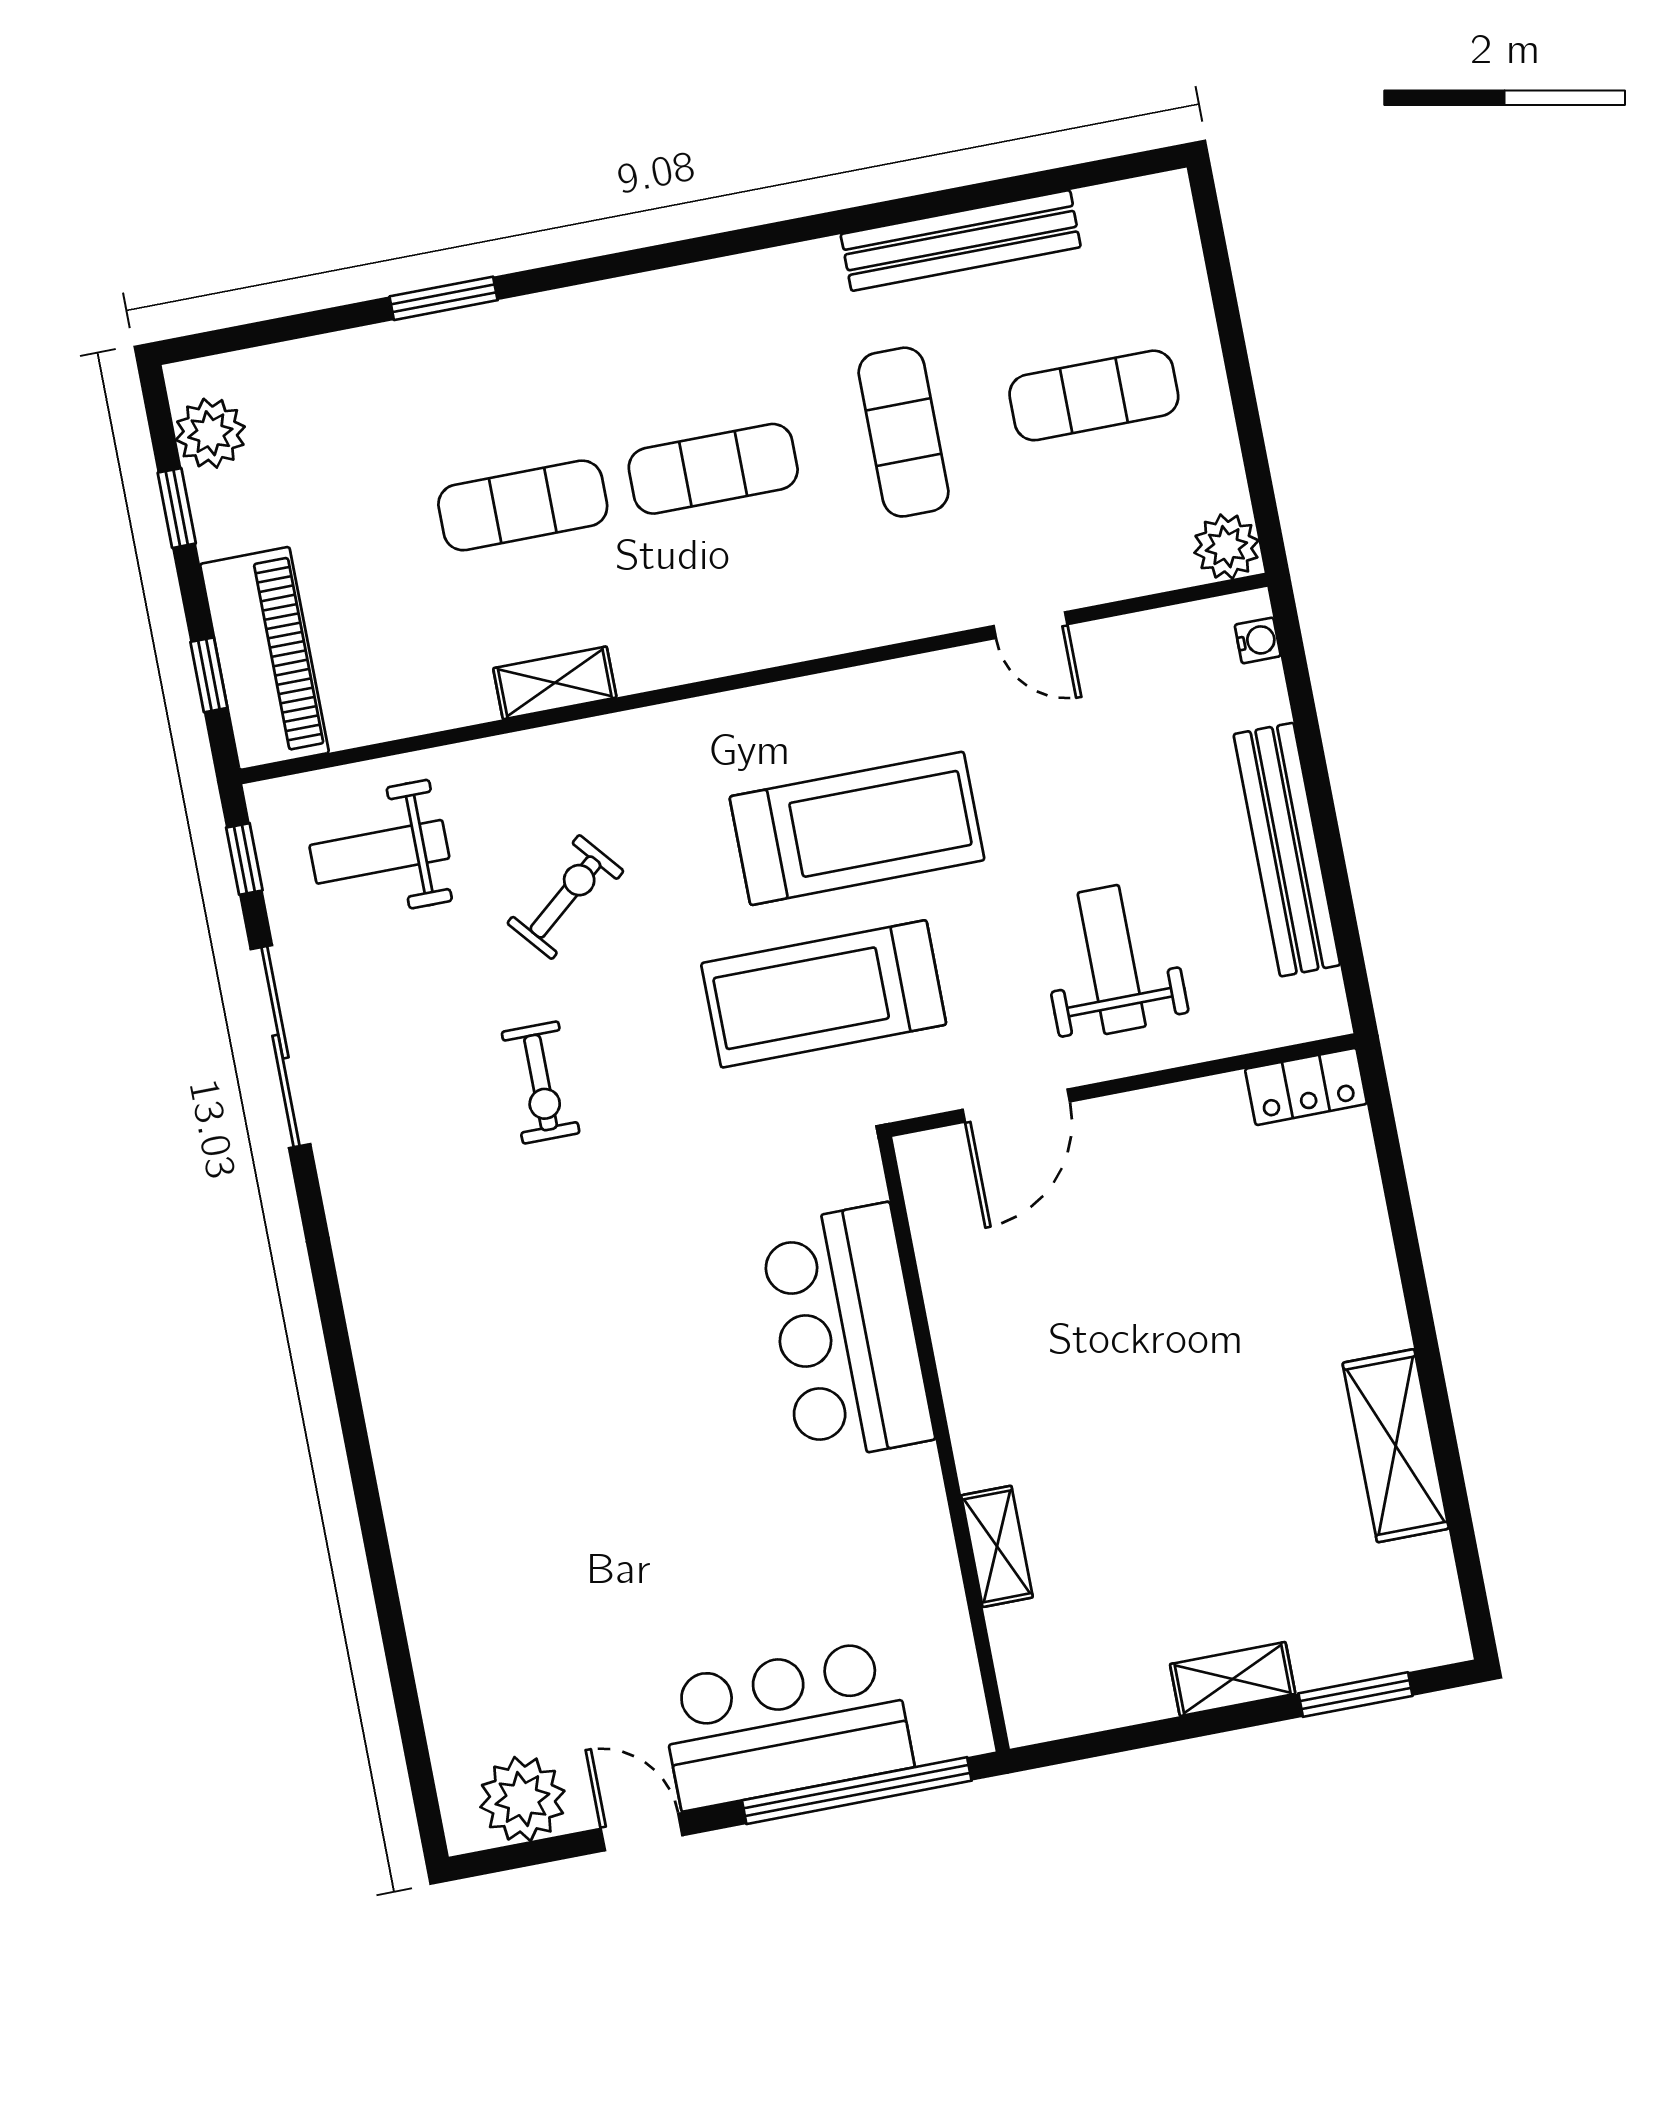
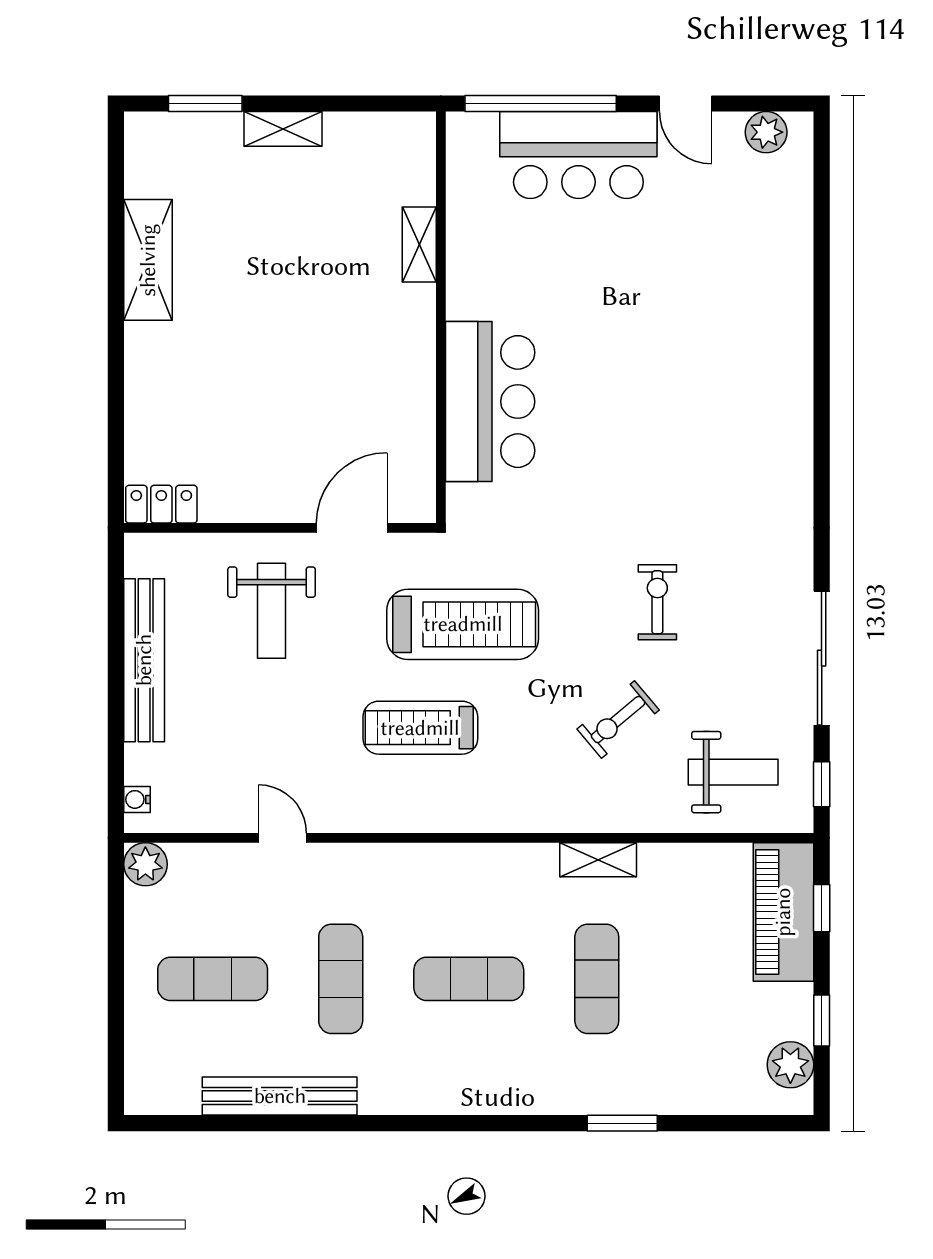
exercise mat: (523, 505) -> (597, 979), turned 90
treadmill: (857, 828) -> (420, 728), width x0.73, depth x0.73
plant: (522, 1799) -> (766, 132), width x0.73, depth x0.73

